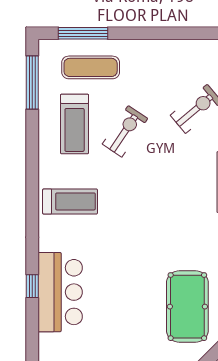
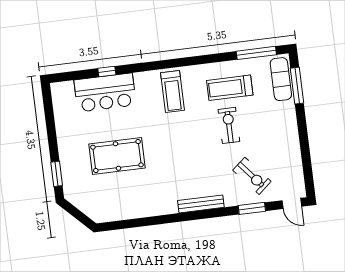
exercise mat: (91, 67) -> (281, 79), moved
exercise bike: (125, 131) -> (229, 125), turned -124
pool table: (187, 307) -> (117, 156), moved

